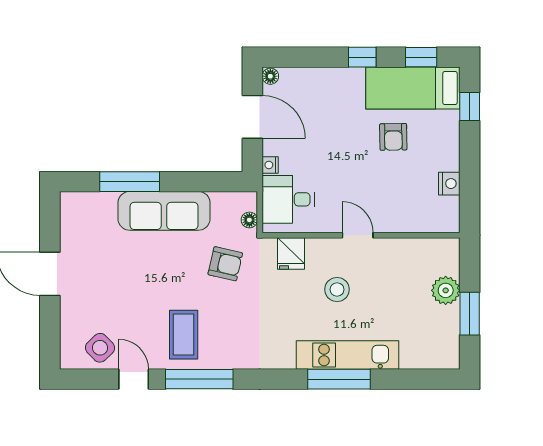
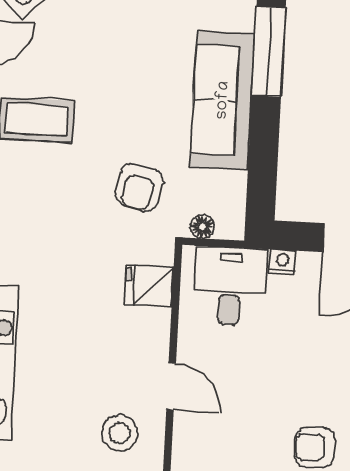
door: (358, 235) -> (171, 387), hinge flipped
stool: (337, 289) -> (120, 433), moved

